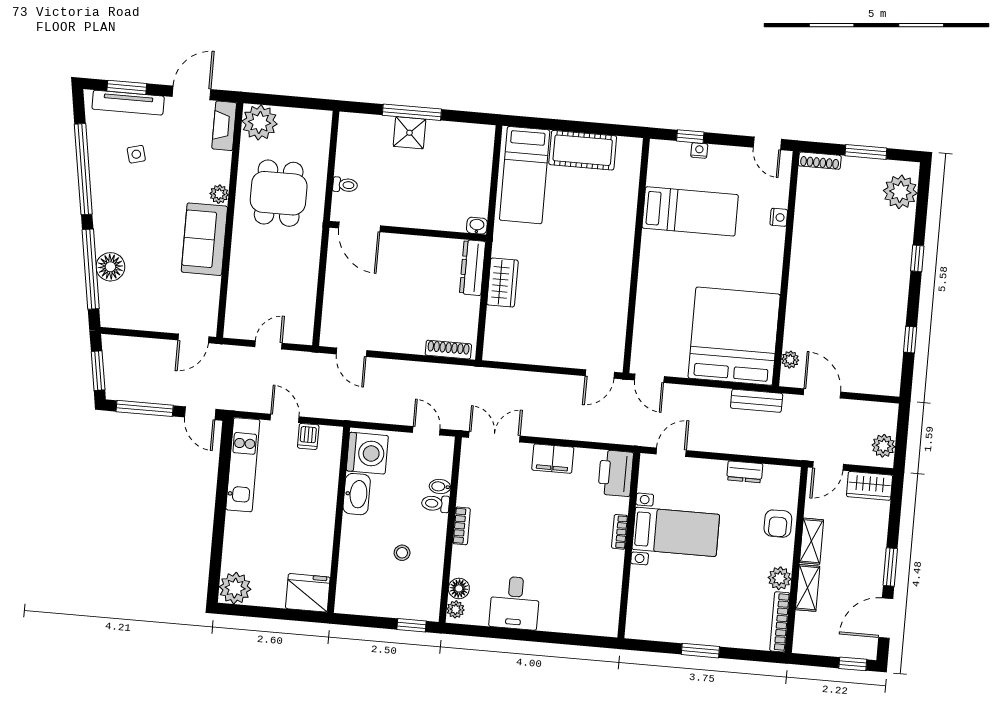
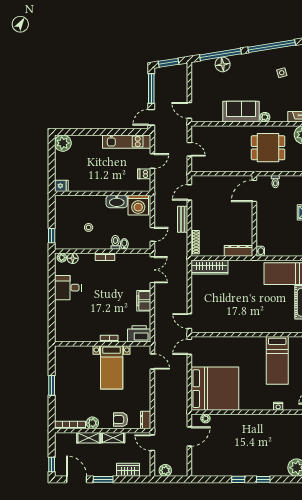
wardrobe: (502, 283) -> (210, 267), moved, width x1.50
window: (910, 340) -> (238, 479), moved
bench: (757, 401) -> (183, 219), moved
dresser: (745, 472) -> (146, 420), moved
wardrobe: (870, 486) -> (128, 470), moved, turned 90
fridge: (308, 593) -> (61, 186), width x0.53, depth x0.75

